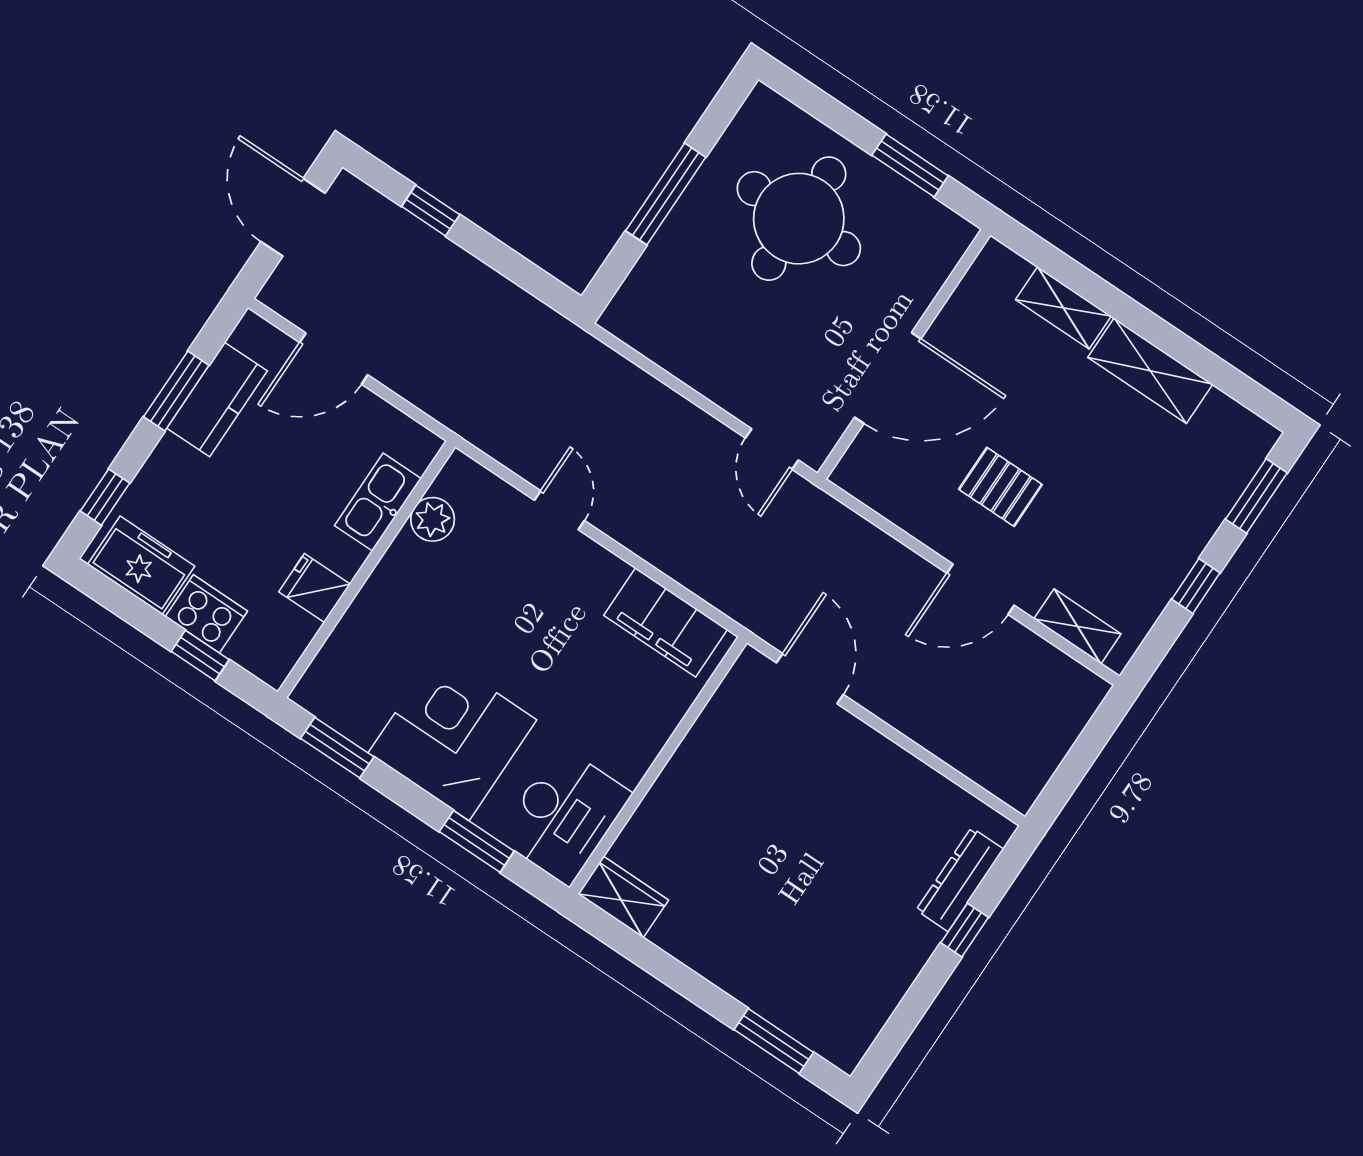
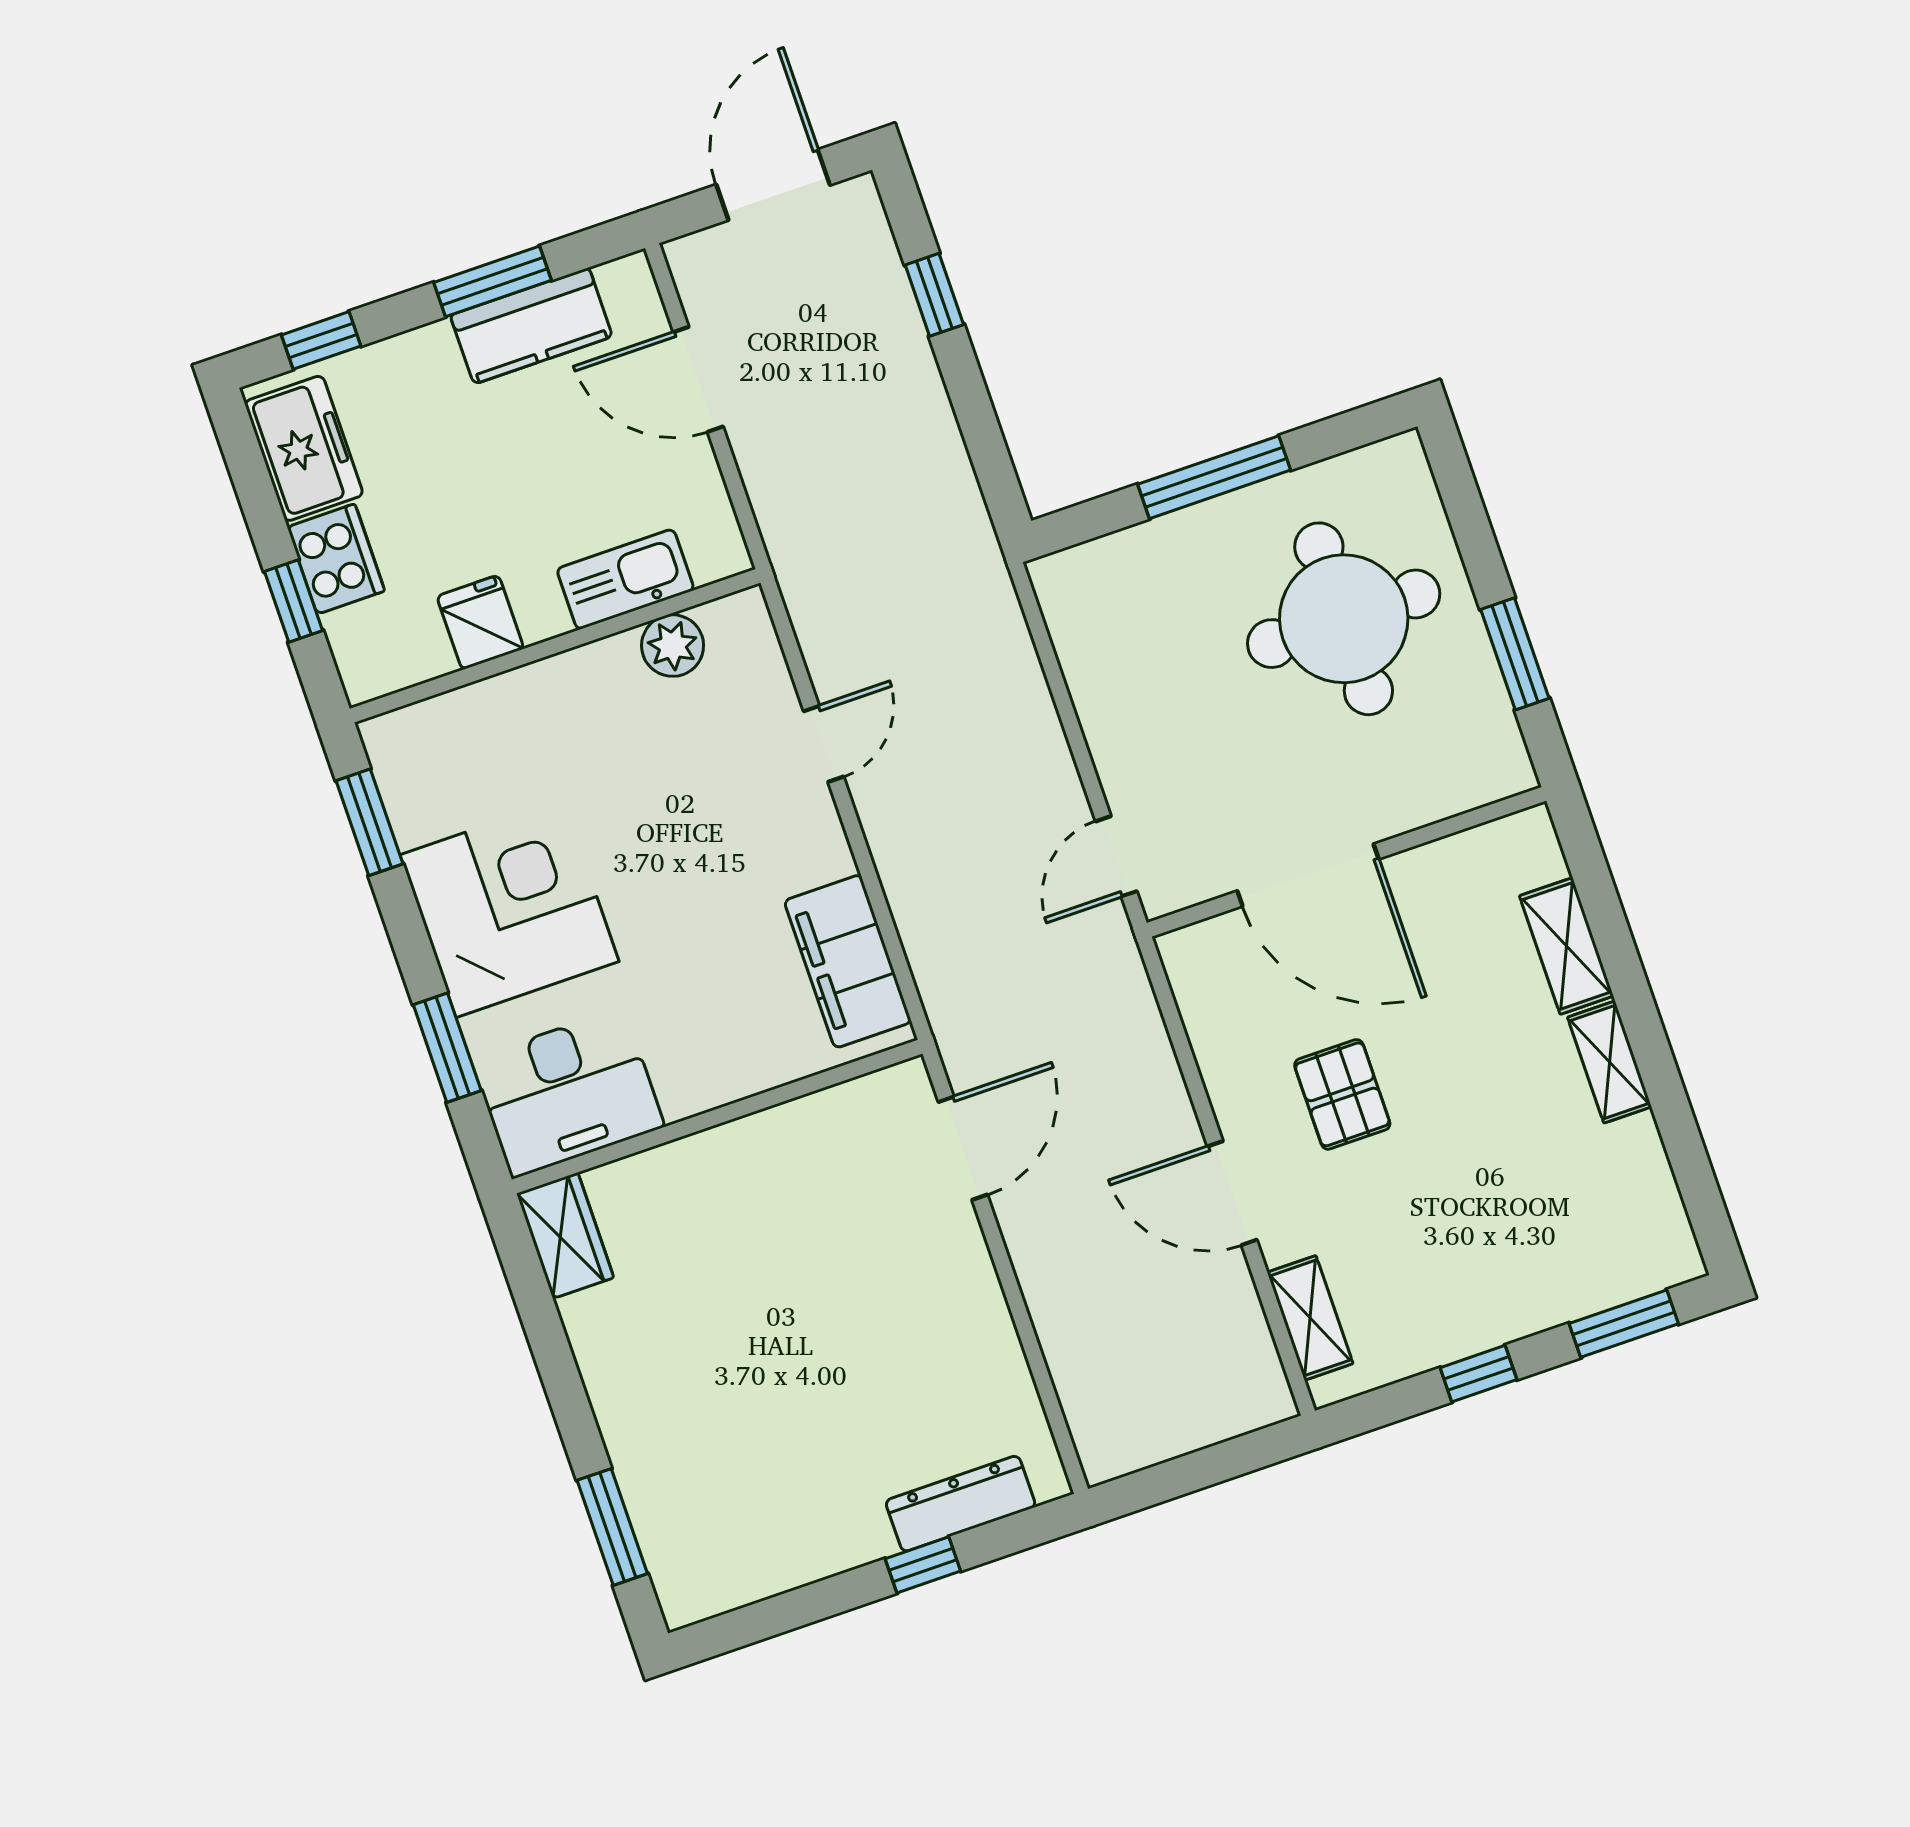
shelving: (1150, 371) -> (1610, 1062), width x0.67, depth x0.75

